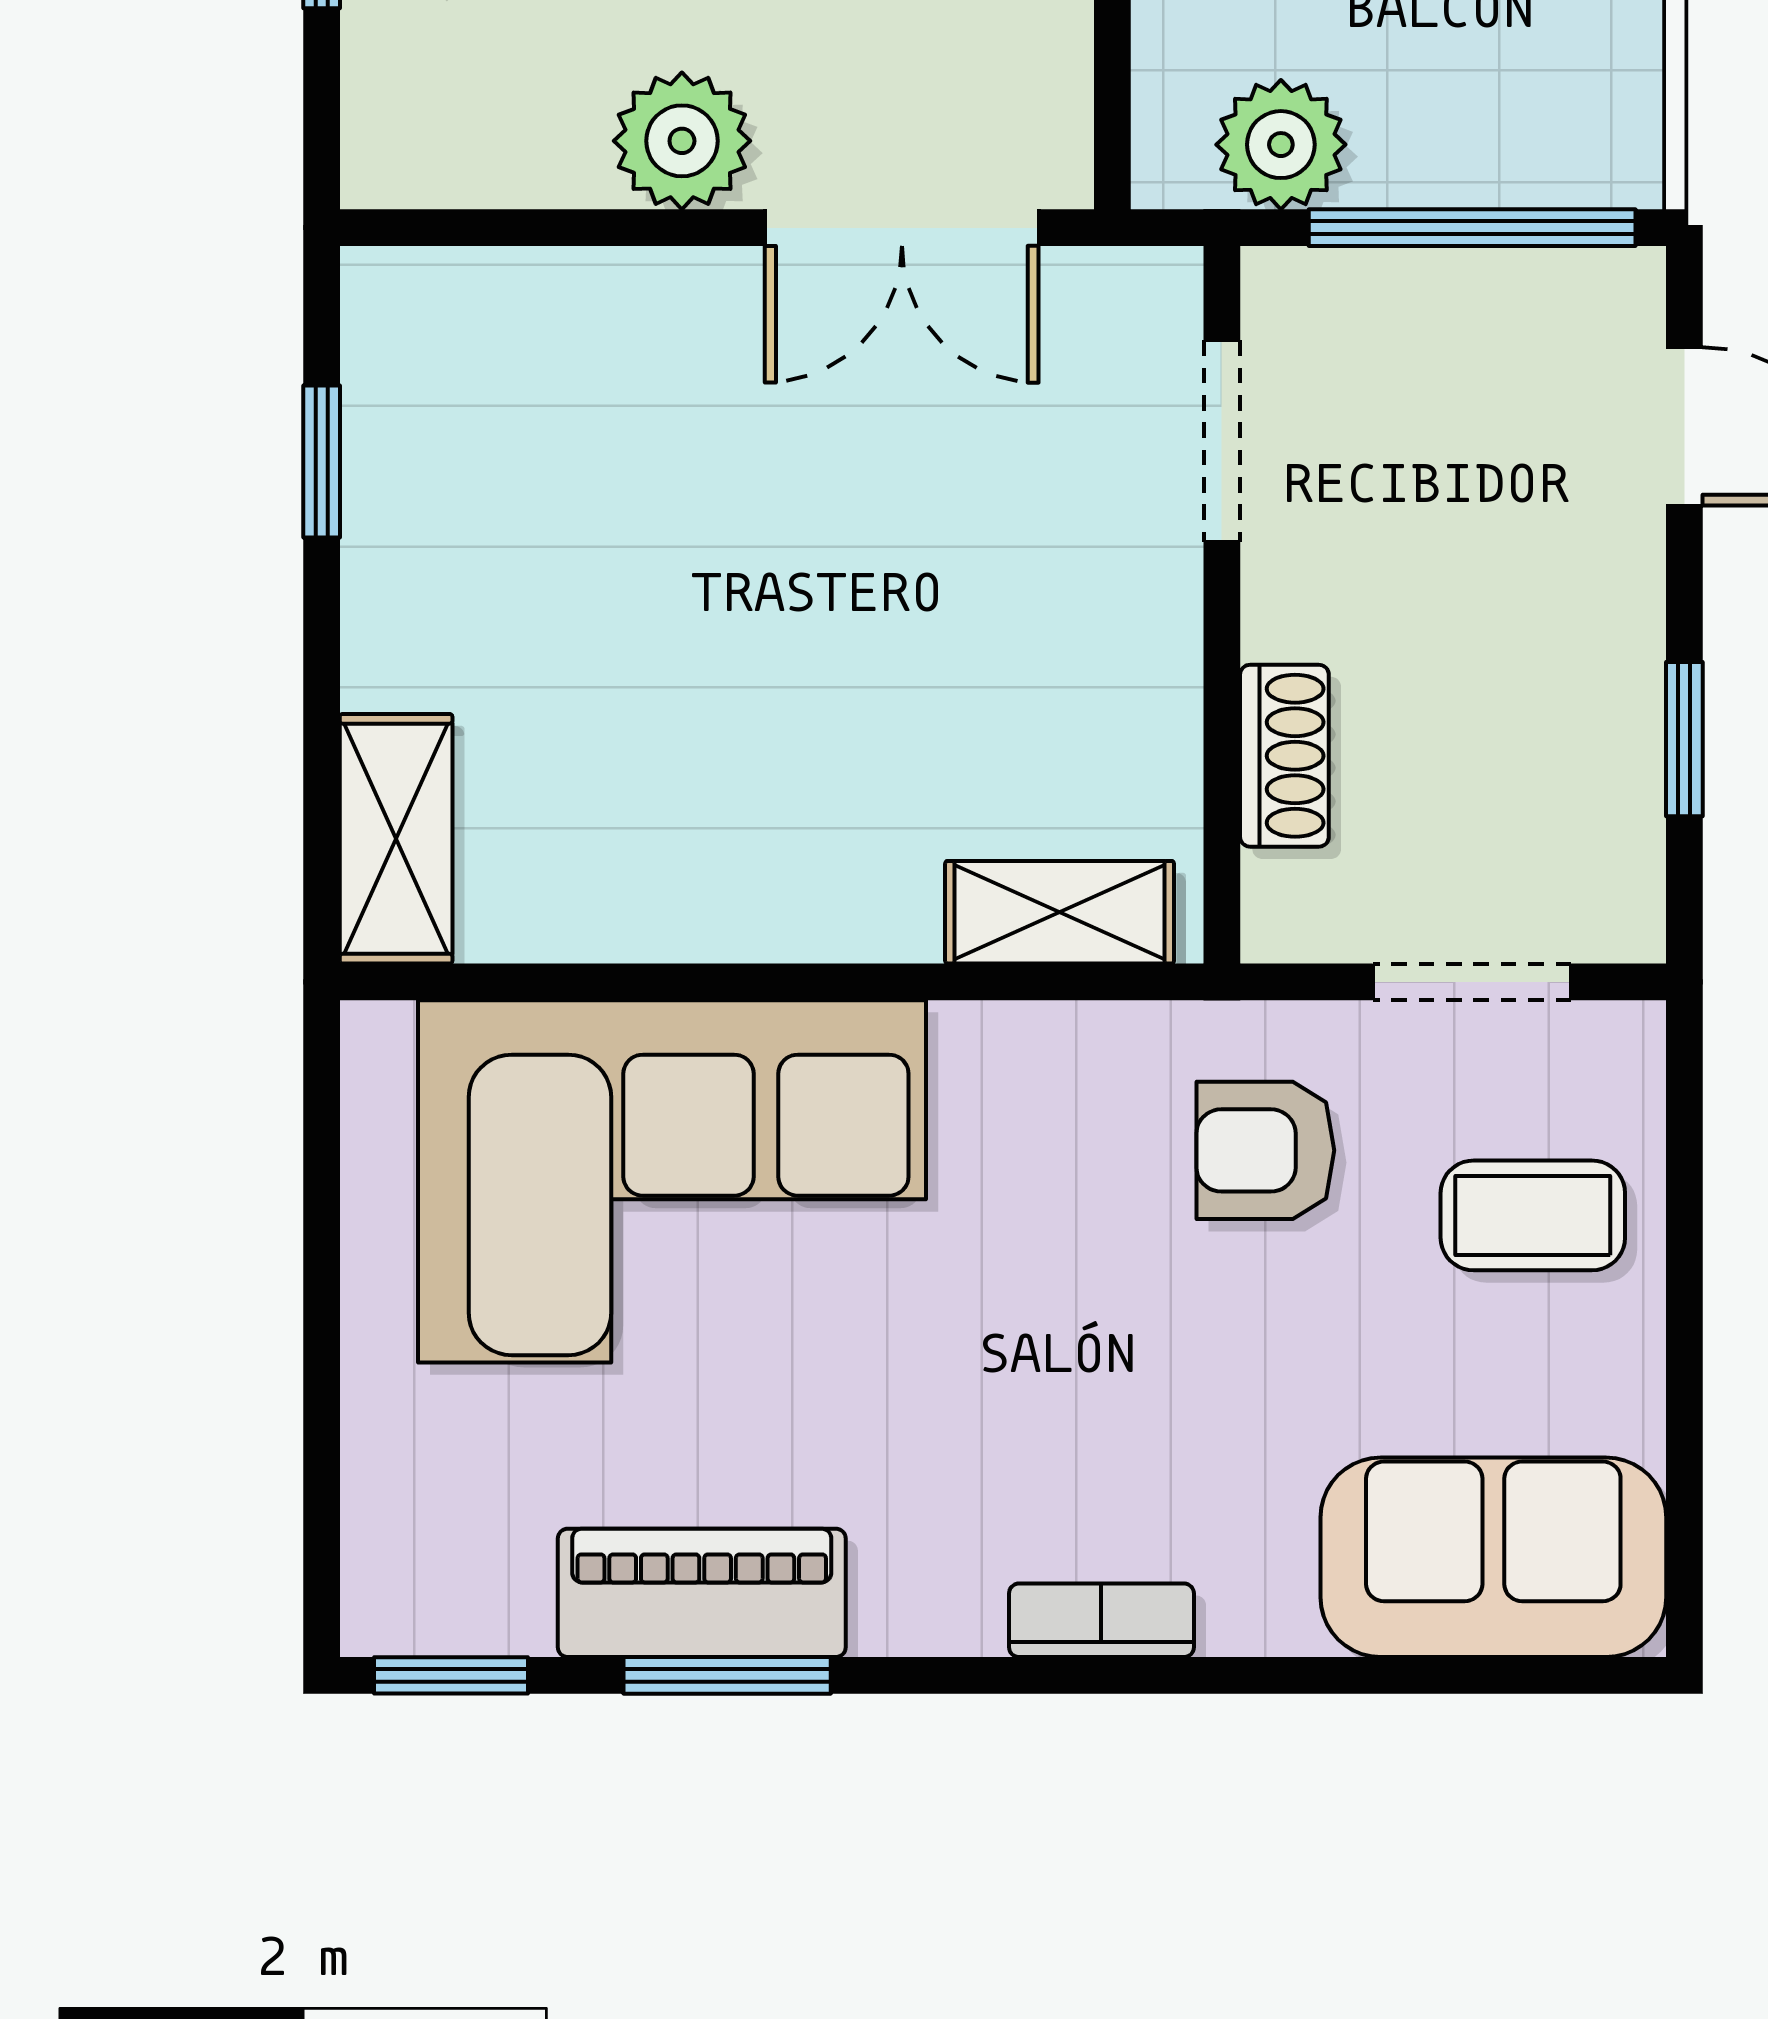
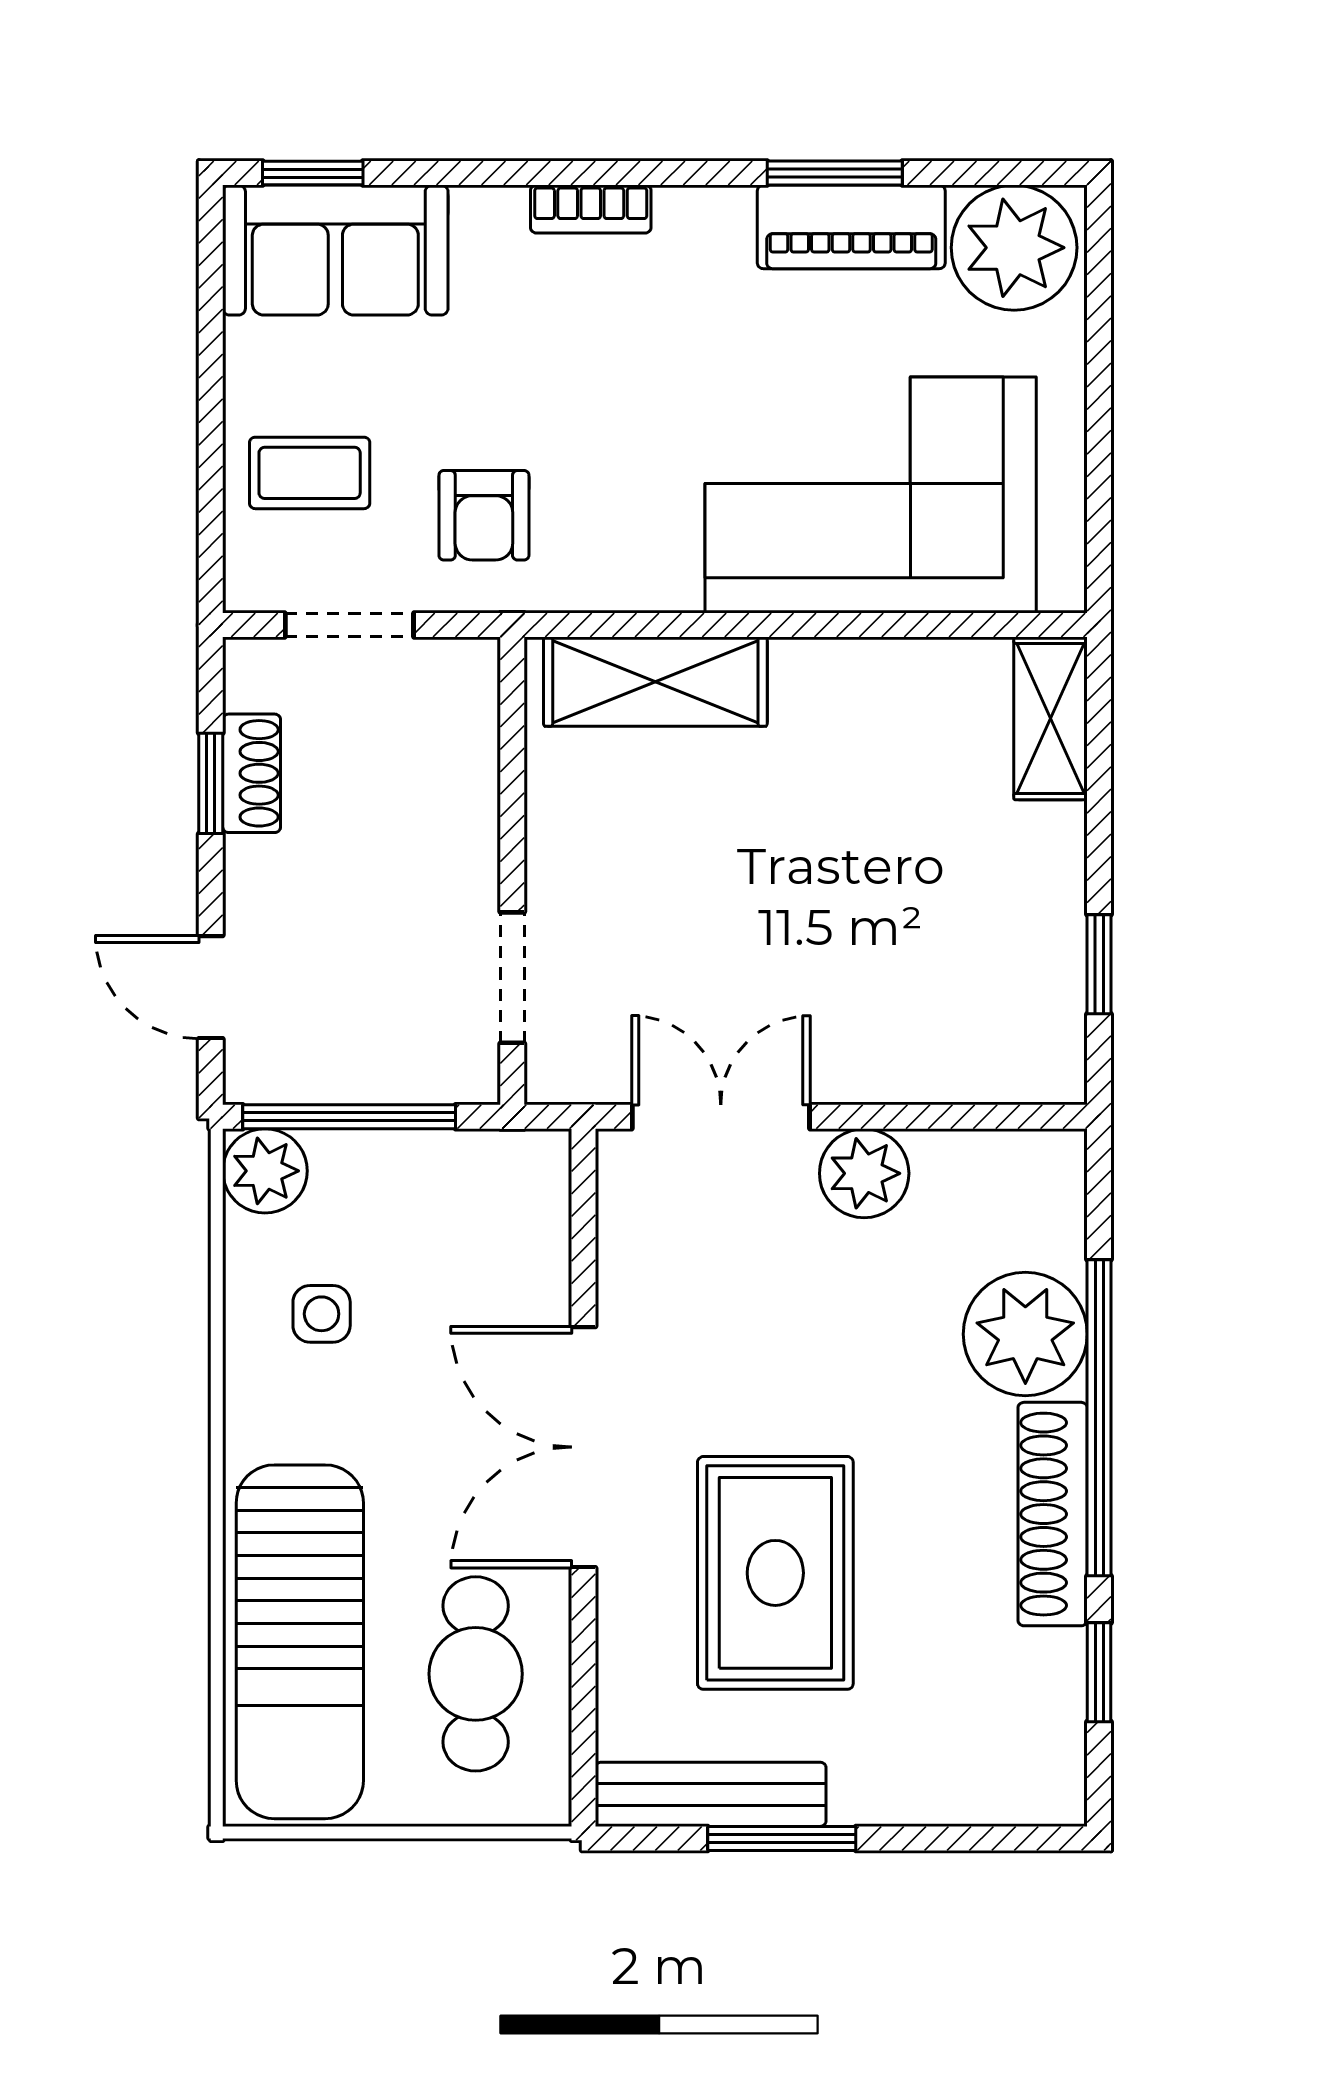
plant: (1281, 145) -> (265, 1171), moved
shoe rack: (1284, 756) -> (252, 773), moved, turned 180
shelving: (1060, 912) -> (655, 682), width x1.50, depth x1.33
armchair: (1265, 1150) -> (484, 515), turned 90
plant: (452, 1561) -> (1014, 248), added
window: (451, 1675) -> (313, 173), moved

